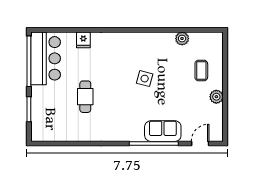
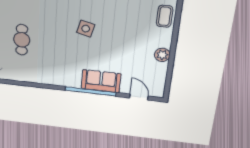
coffee table: (201, 71) -> (165, 16), moved
door: (200, 143) -> (139, 97), hinge flipped

